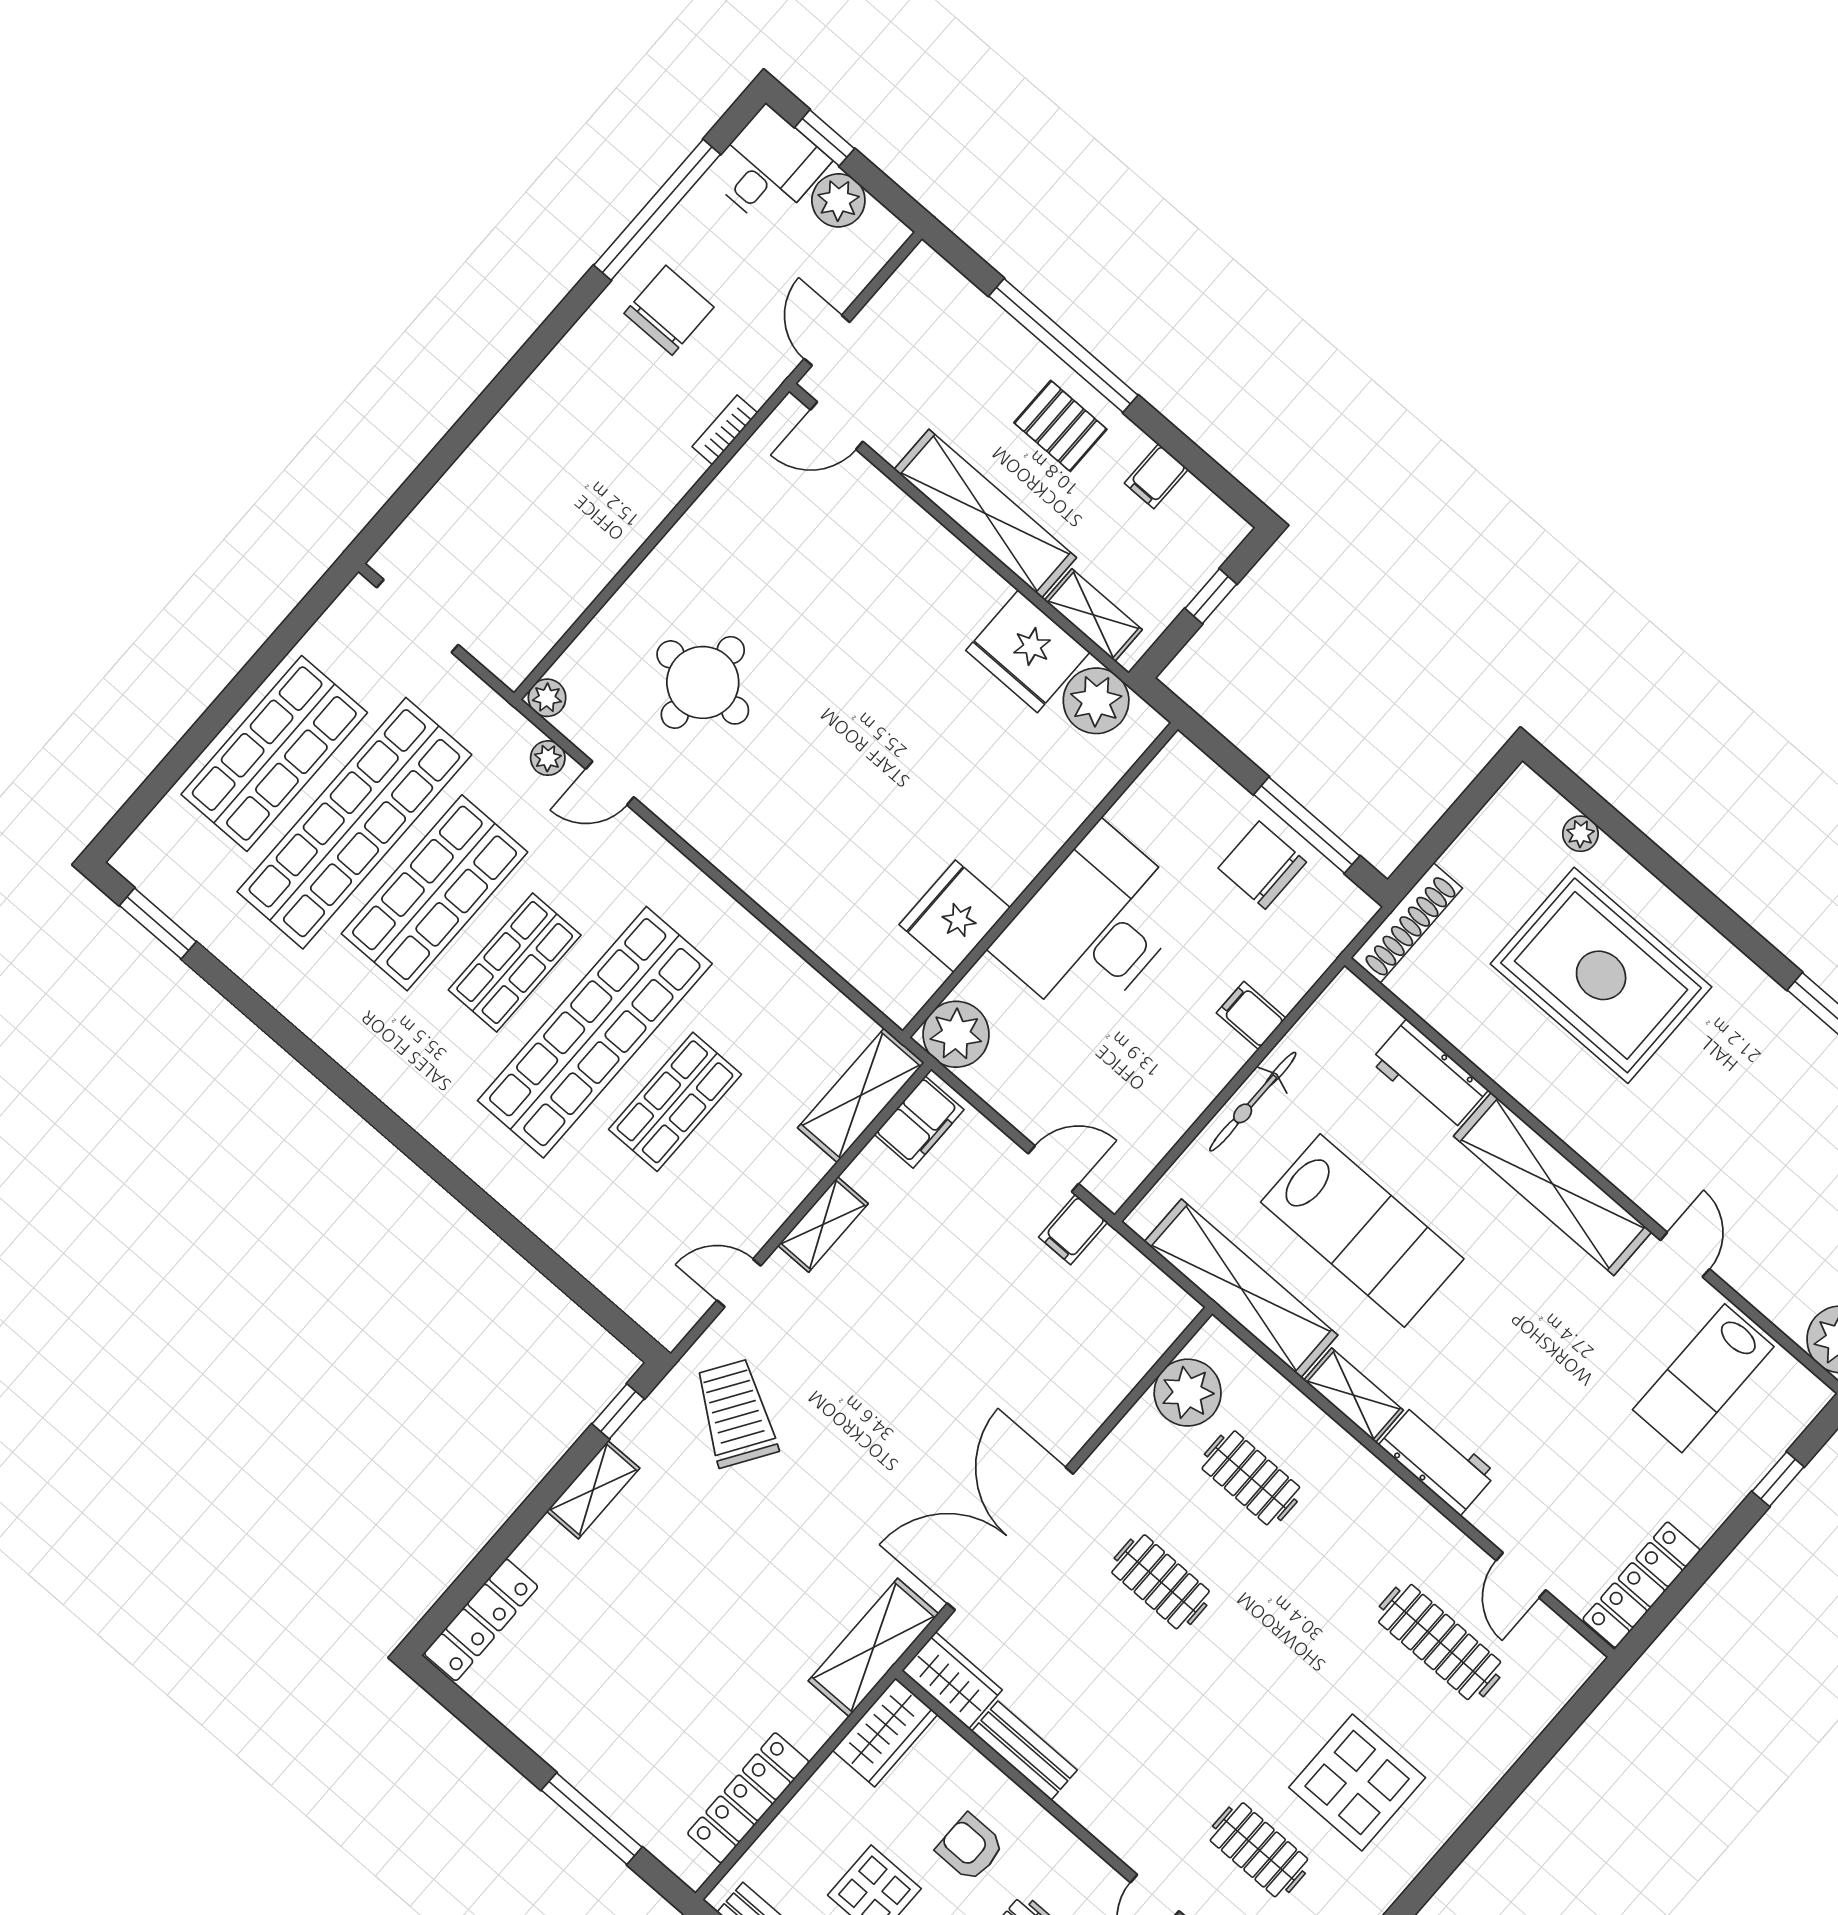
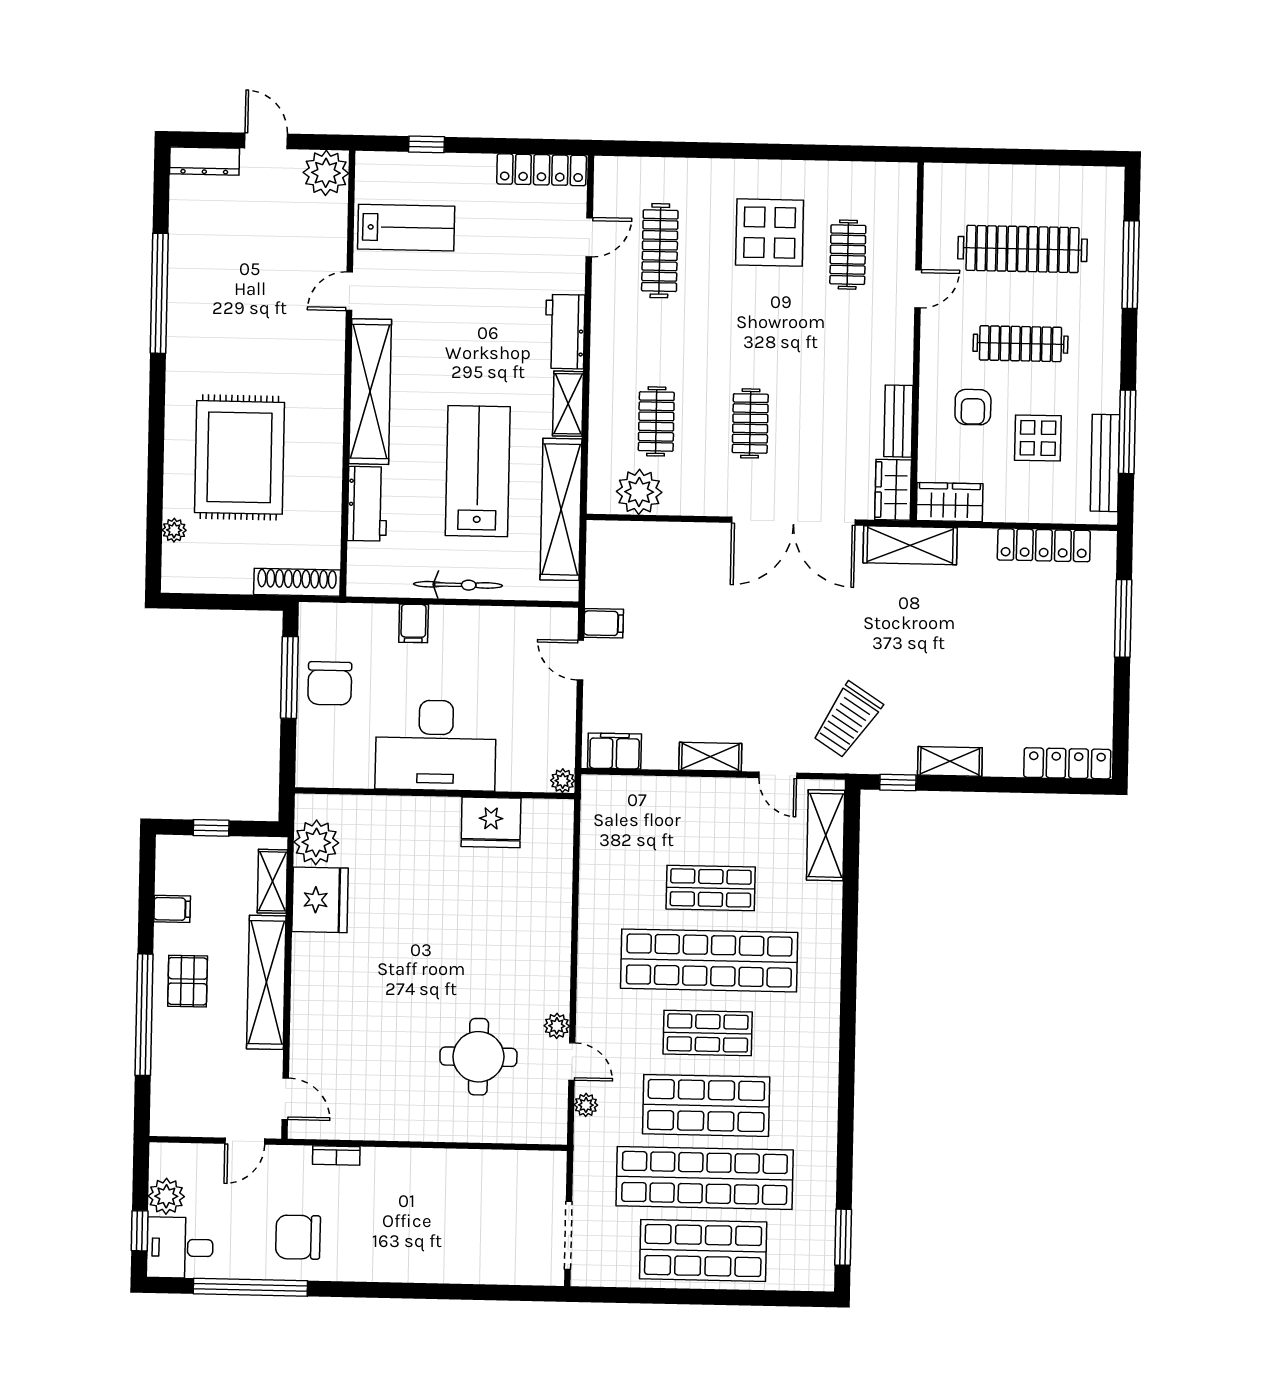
plant: (547, 698) -> (557, 1026), moved
plant: (956, 1034) -> (563, 781), width x0.53, depth x0.53
shelving: (861, 1095) -> (826, 835), moved, turned 90

